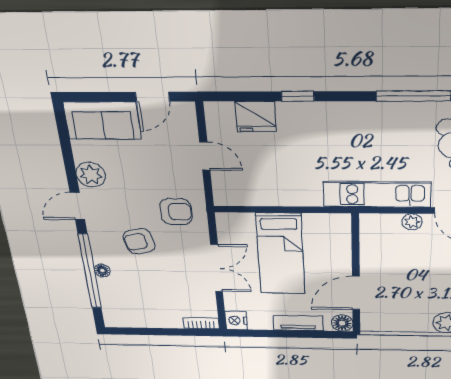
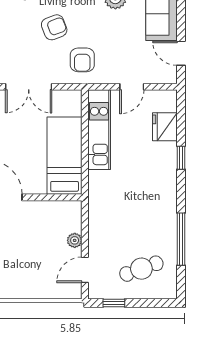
kitchen unit: (377, 194) -> (99, 130), moved
armchair: (139, 241) -> (54, 27), turned 82
bed: (281, 254) -> (65, 156), moved, turned 90

